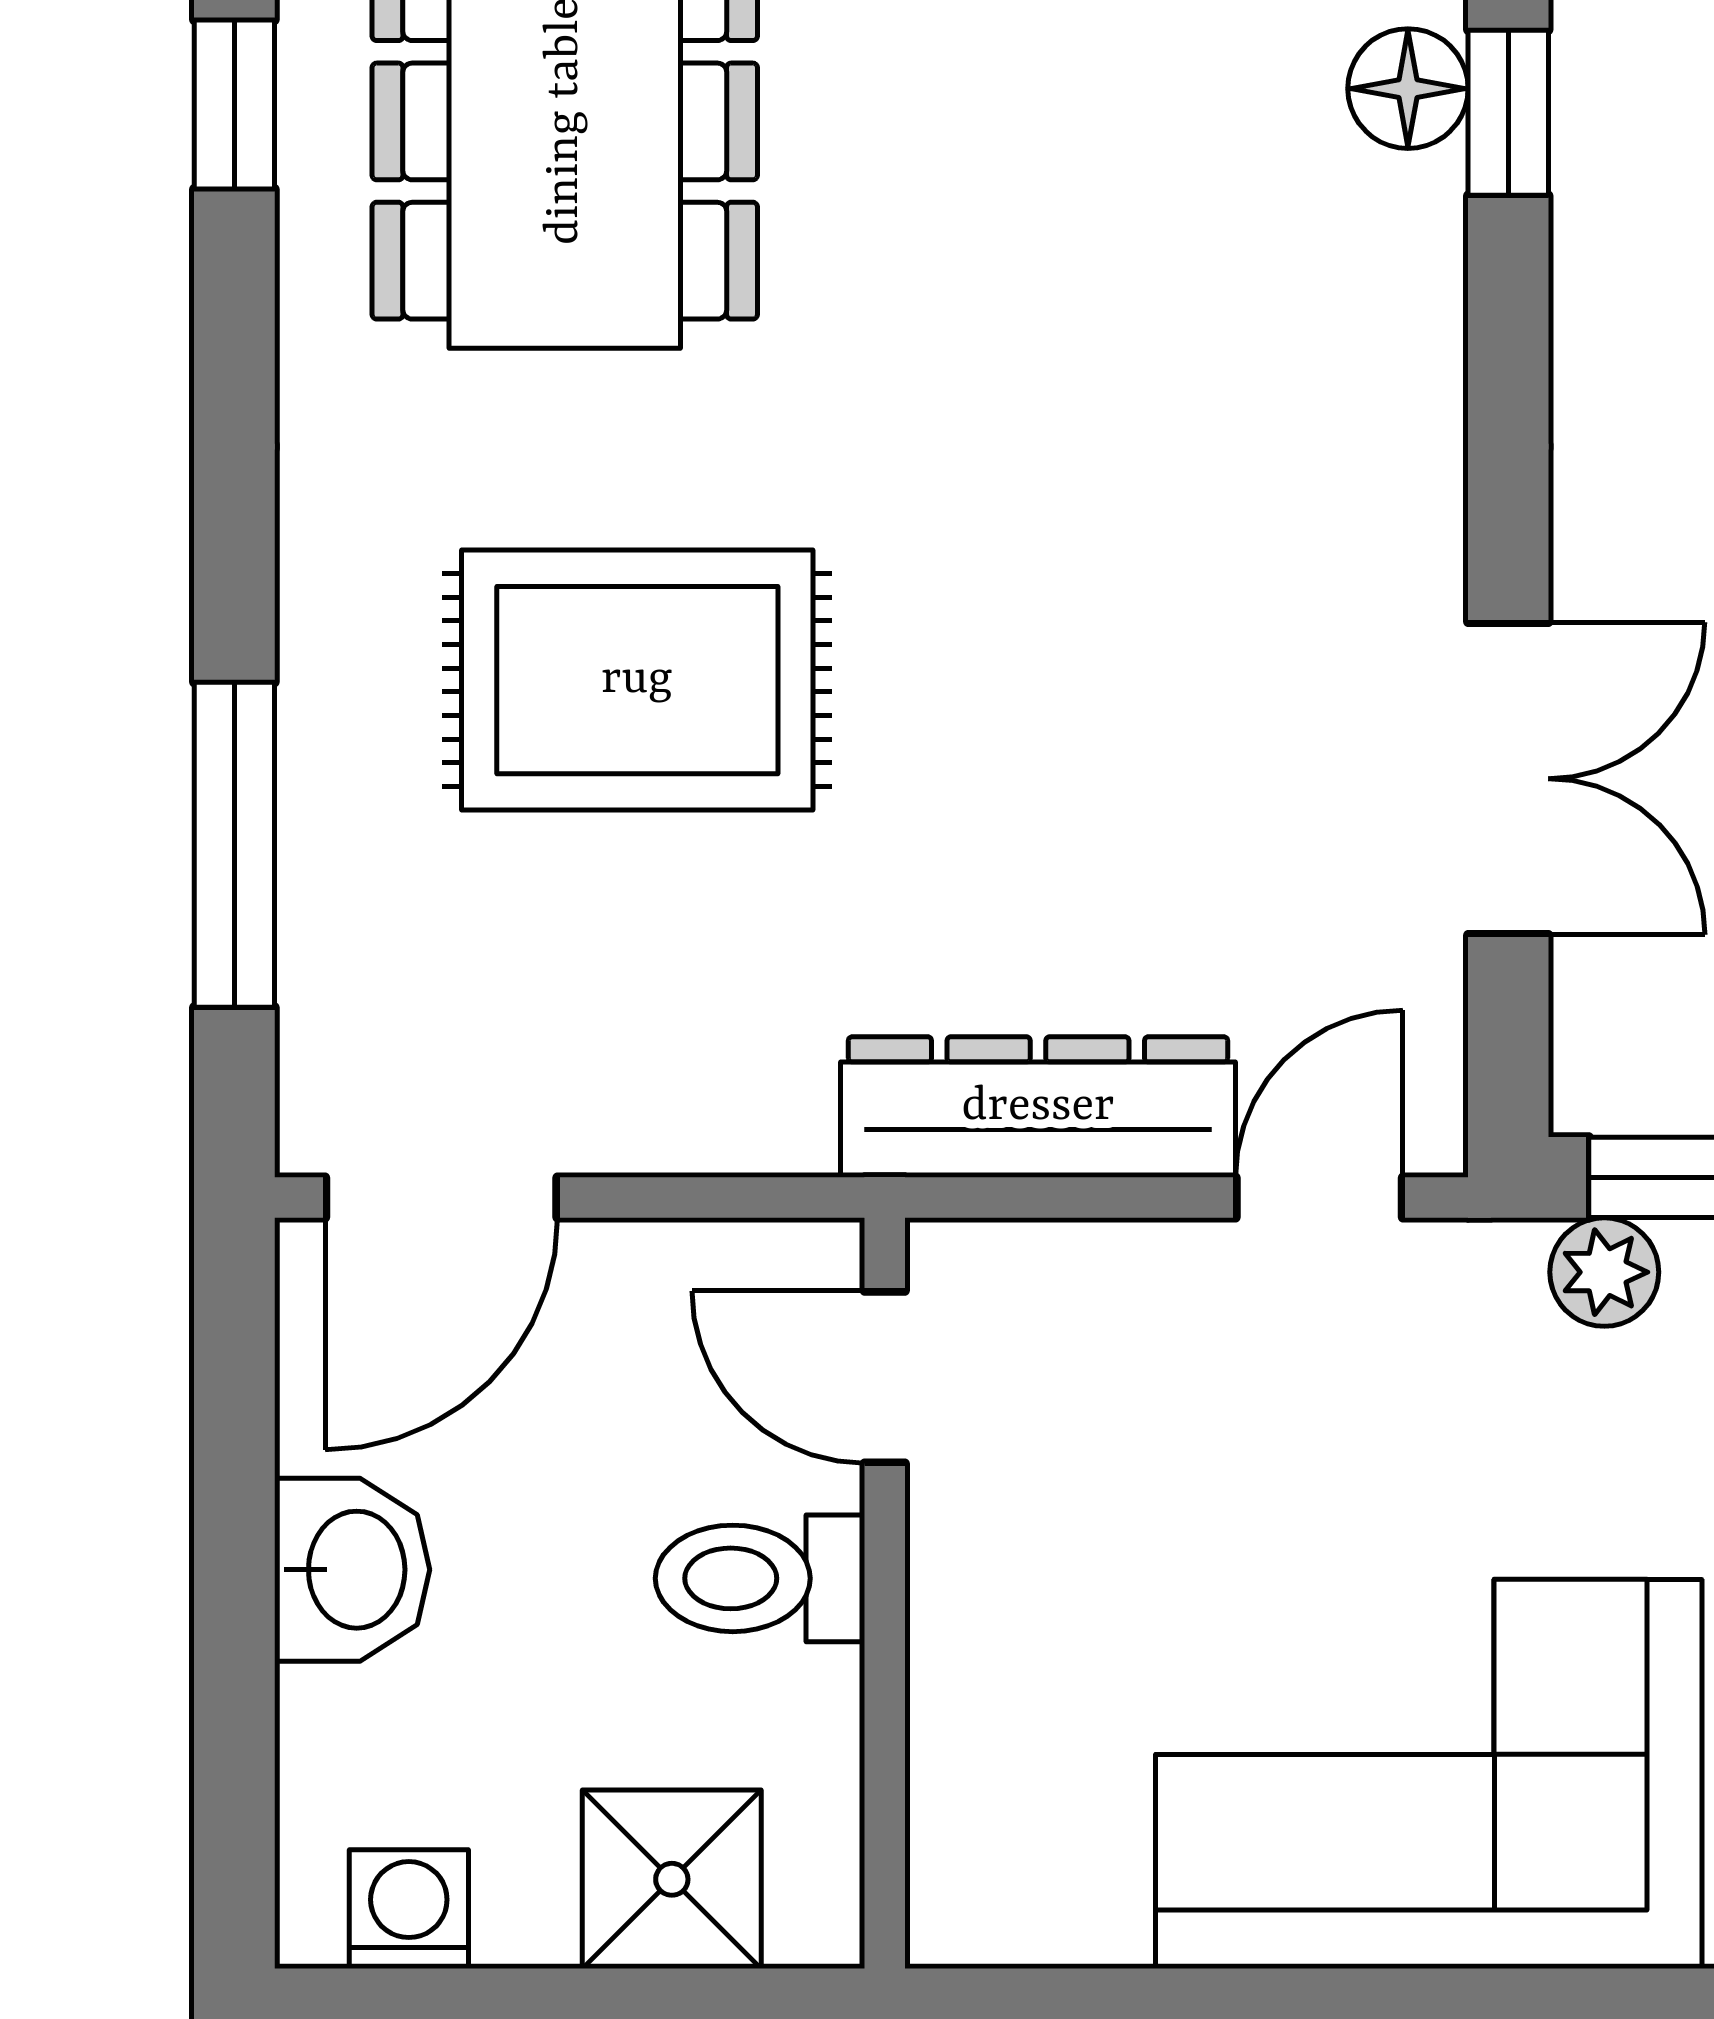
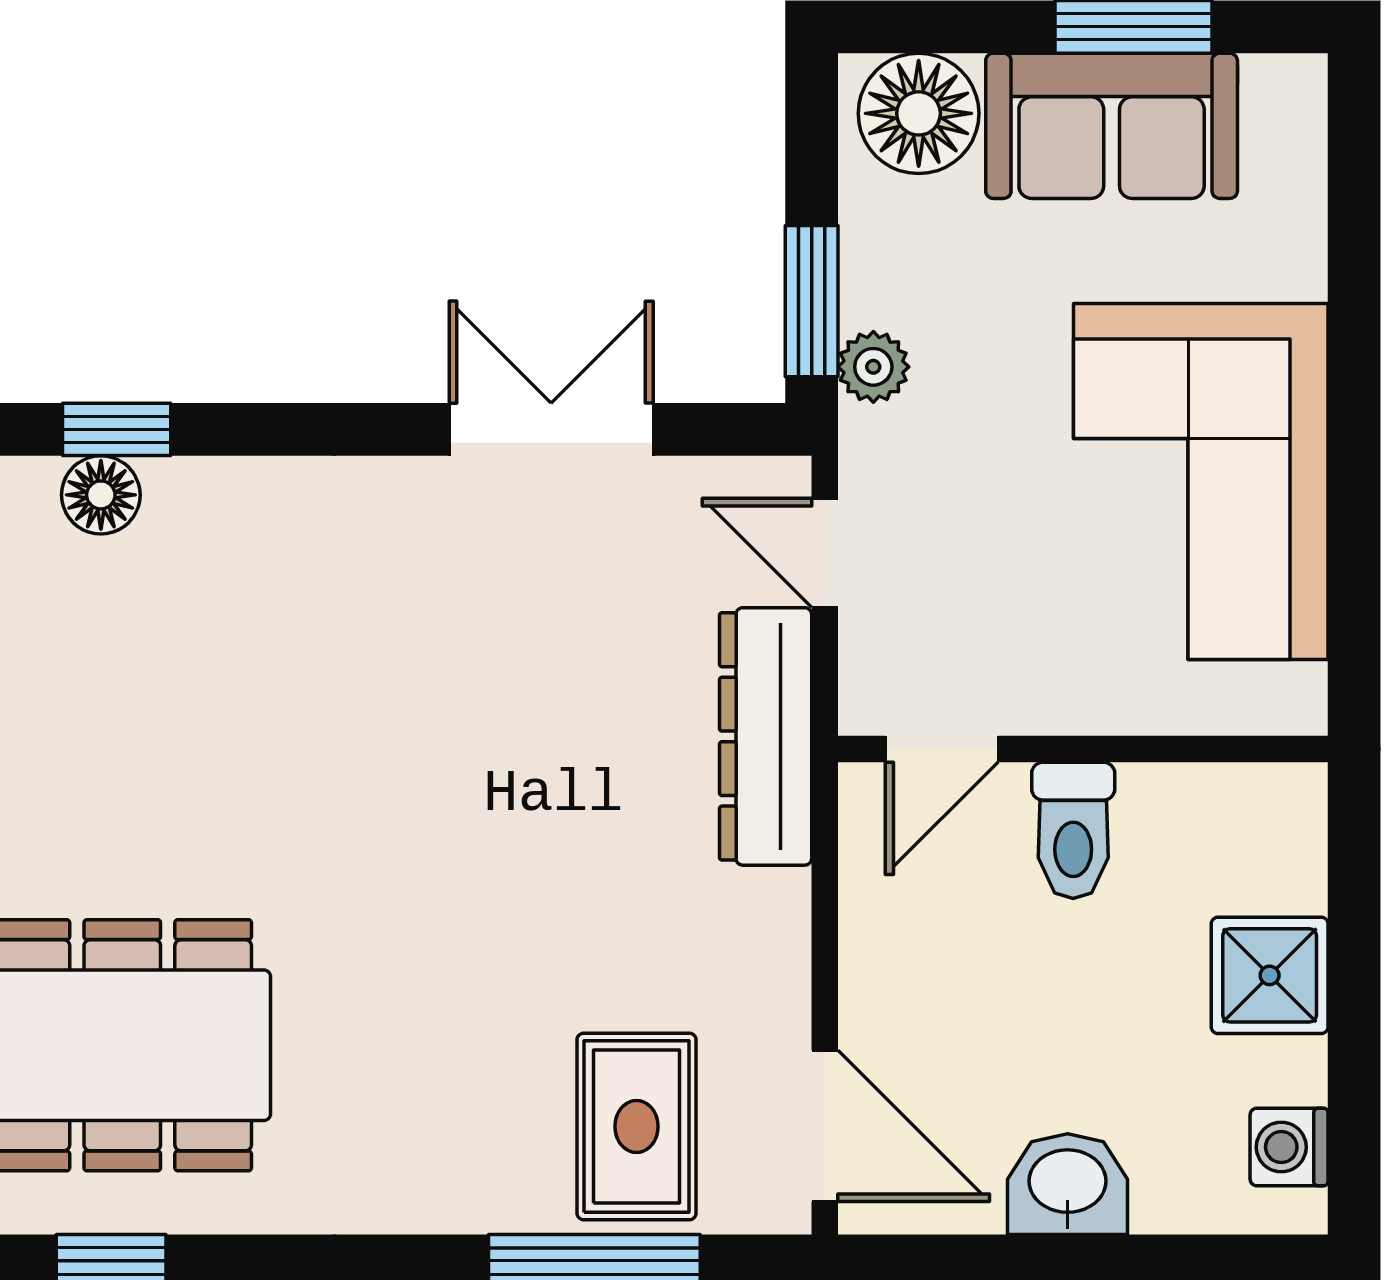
rug: (637, 680) -> (637, 1126), moved, width x0.73, depth x0.70
door: (885, 1377) -> (942, 749), moved
toilet: (760, 1578) -> (1073, 830), moved
wall: (885, 1593) -> (1083, 749), moved

